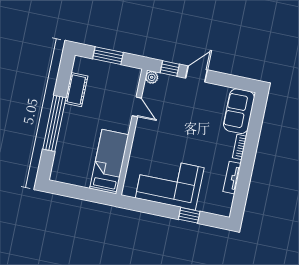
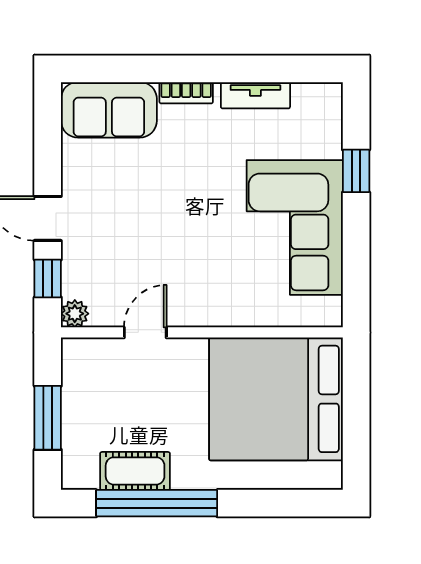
window: (54, 123) -> (157, 503), moved
bed: (109, 162) -> (276, 399), width x2.04

